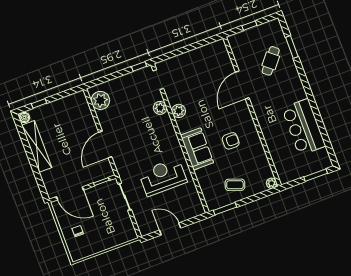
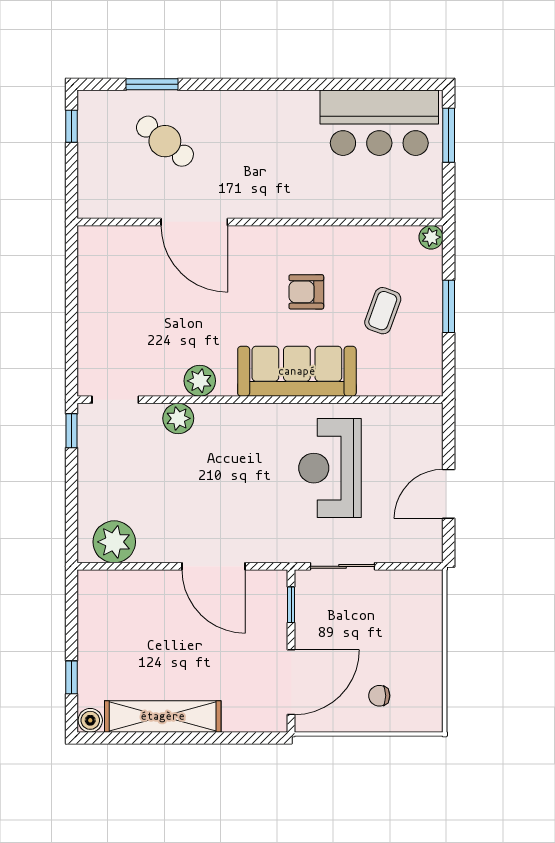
window: (249, 26) -> (71, 126), moved
bar counter: (304, 127) -> (379, 123), moved
armchair: (231, 141) -> (306, 292), turned -90
sofa: (197, 149) -> (297, 371), width x1.36
coffee table: (235, 185) -> (383, 311), moved
window: (225, 209) -> (449, 306), moved

